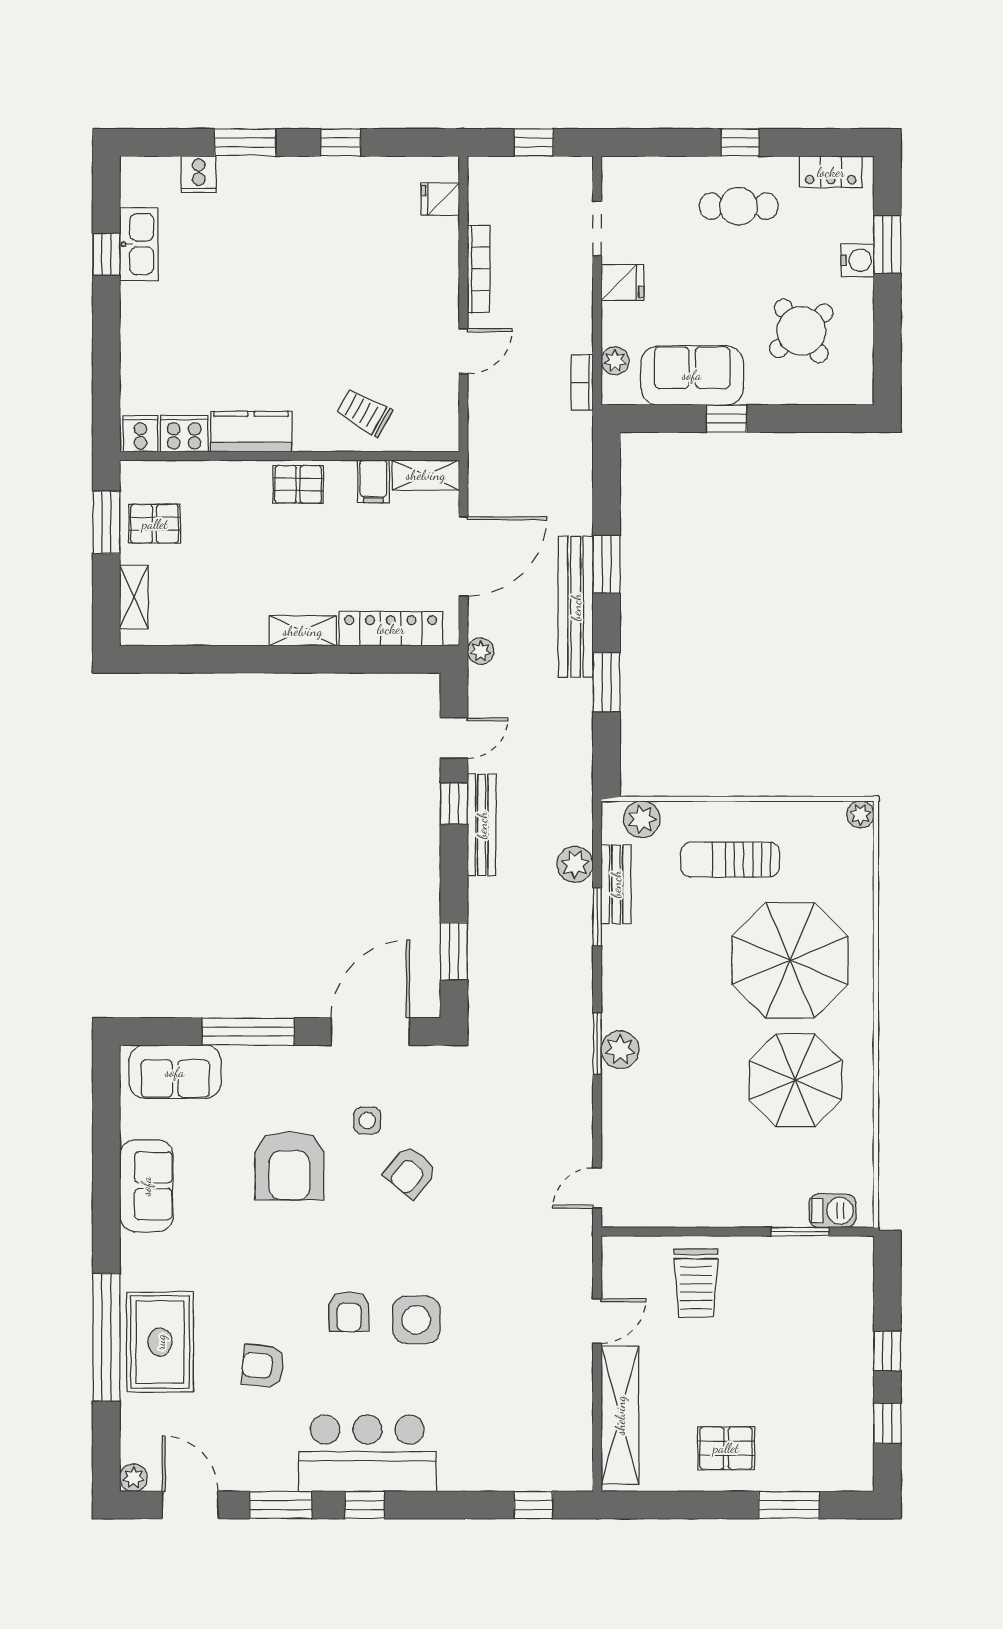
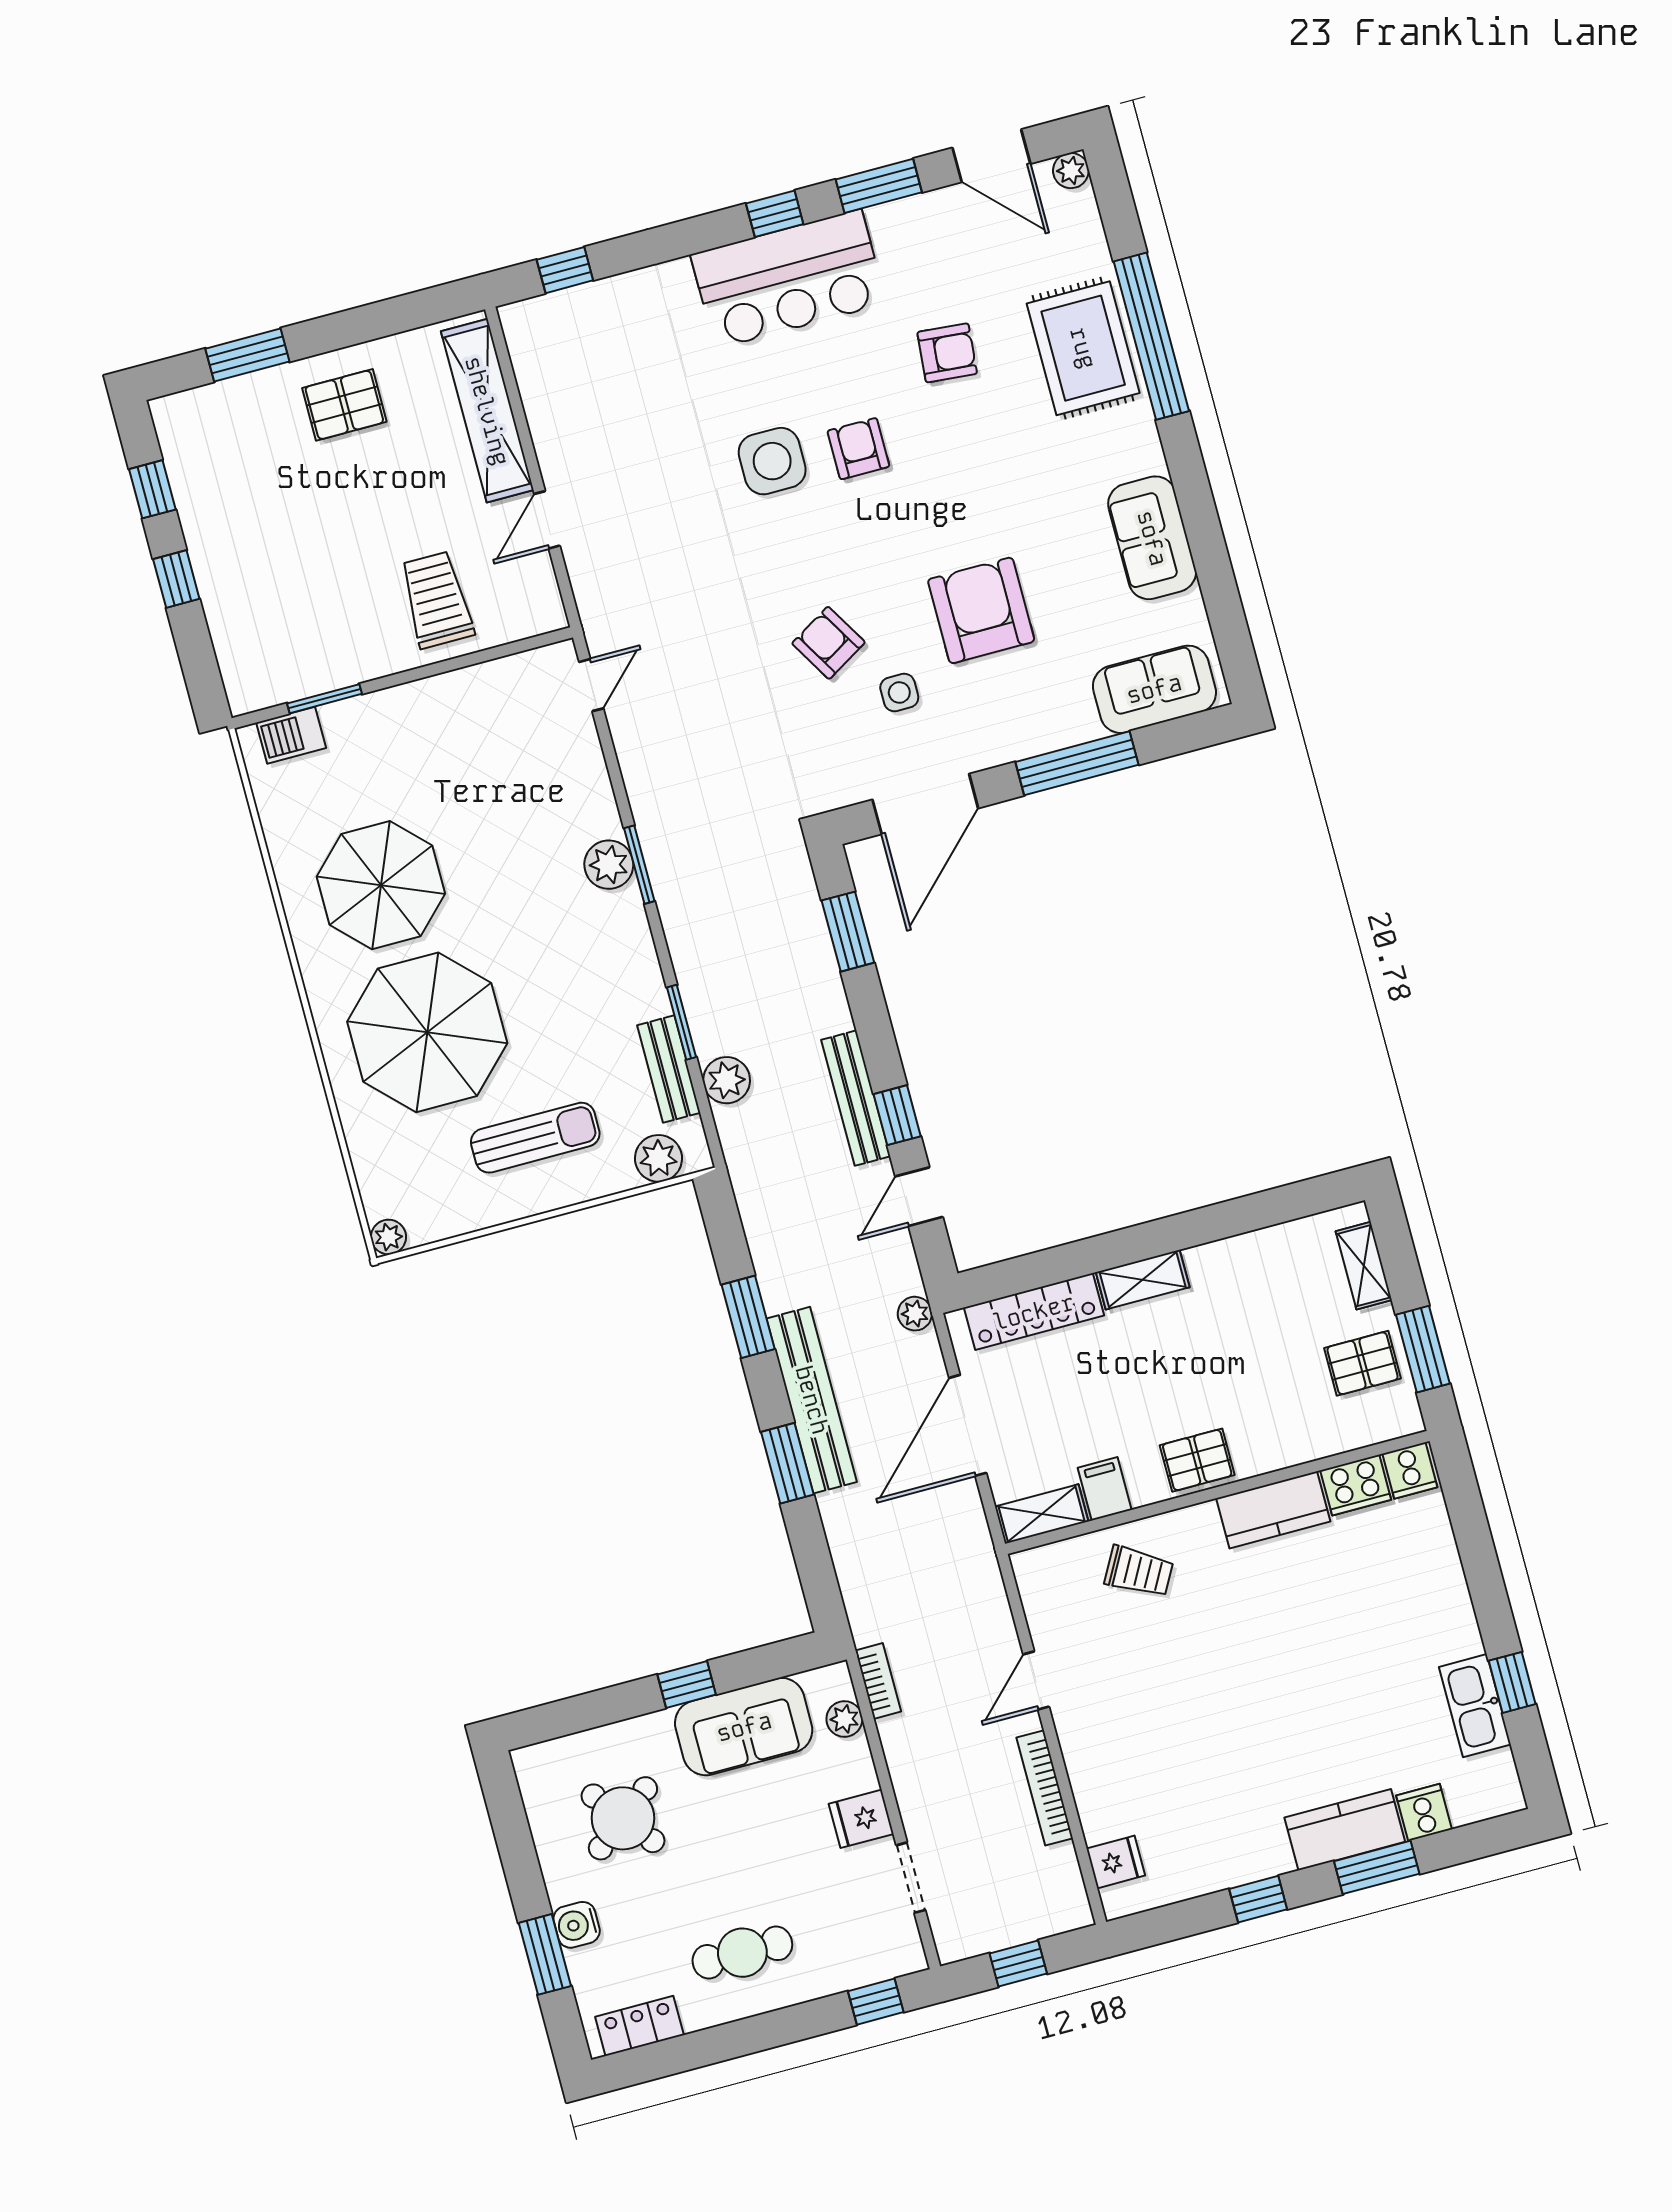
window: (740, 142) -> (876, 2002), moved
kitchen counter: (262, 177) -> (1345, 1830), added
armchair: (410, 1172) -> (828, 643), turned -70

